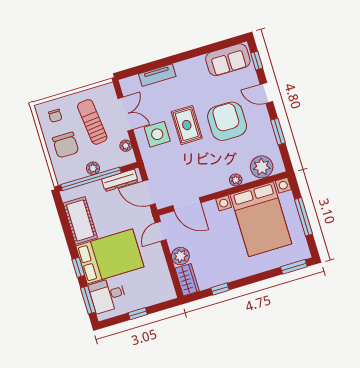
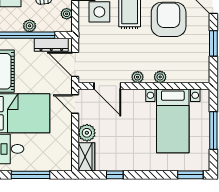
plant: (262, 167) -> (138, 77), moved, width x0.53, depth x0.53
bed with nightstands: (261, 219) -> (173, 121), width x0.73
door: (161, 231) -> (75, 104), hinge flipped
window: (138, 314) -> (31, 175), width x2.17

